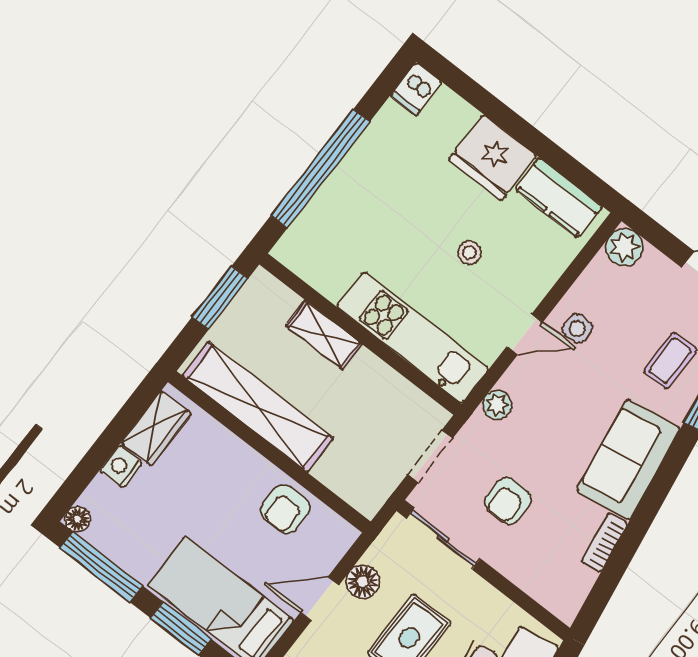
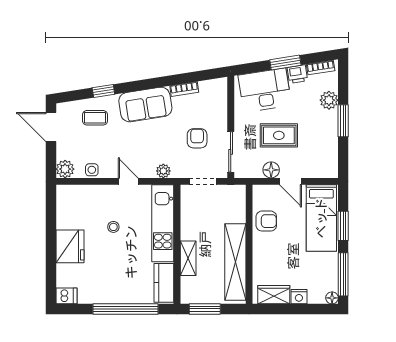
kitchen counter: (559, 198) -> (164, 283), moved, turned 180
side table: (577, 329) -> (92, 170), moved
armchair: (508, 501) -> (197, 138), turned -90

